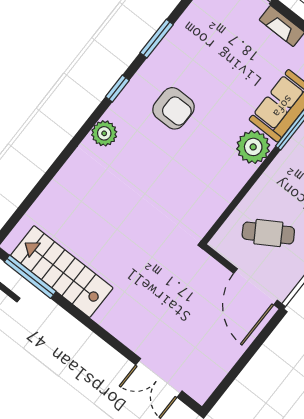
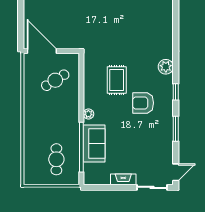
plant: (253, 147) -> (88, 114), width x0.53, depth x0.53
rug: (185, 168) -> (117, 80), added

